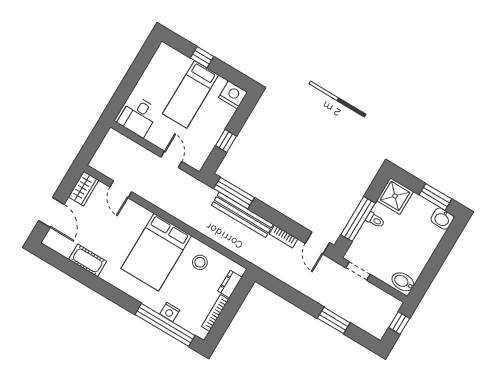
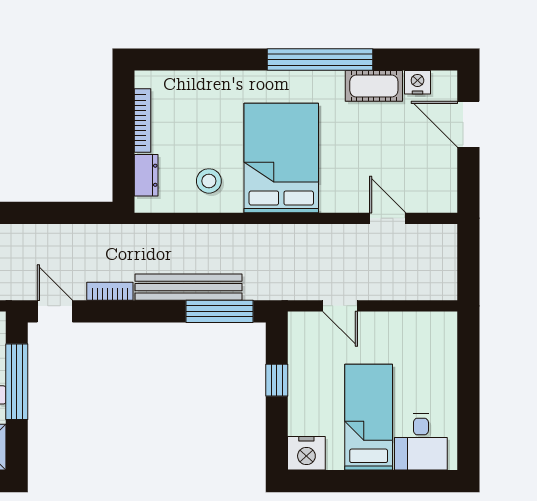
window: (202, 57) -> (384, 481), removed
desk: (138, 116) -> (421, 442), moved, turned 180
wardrobe: (84, 188) -> (442, 187), removed
nightstand: (170, 312) -> (417, 82), moved
window: (165, 325) -> (320, 60), moved

